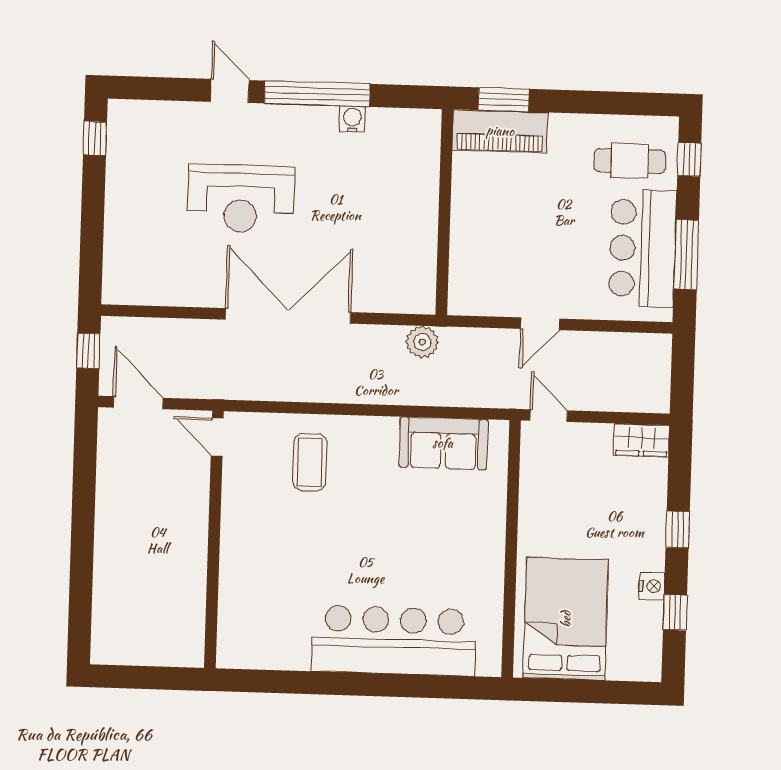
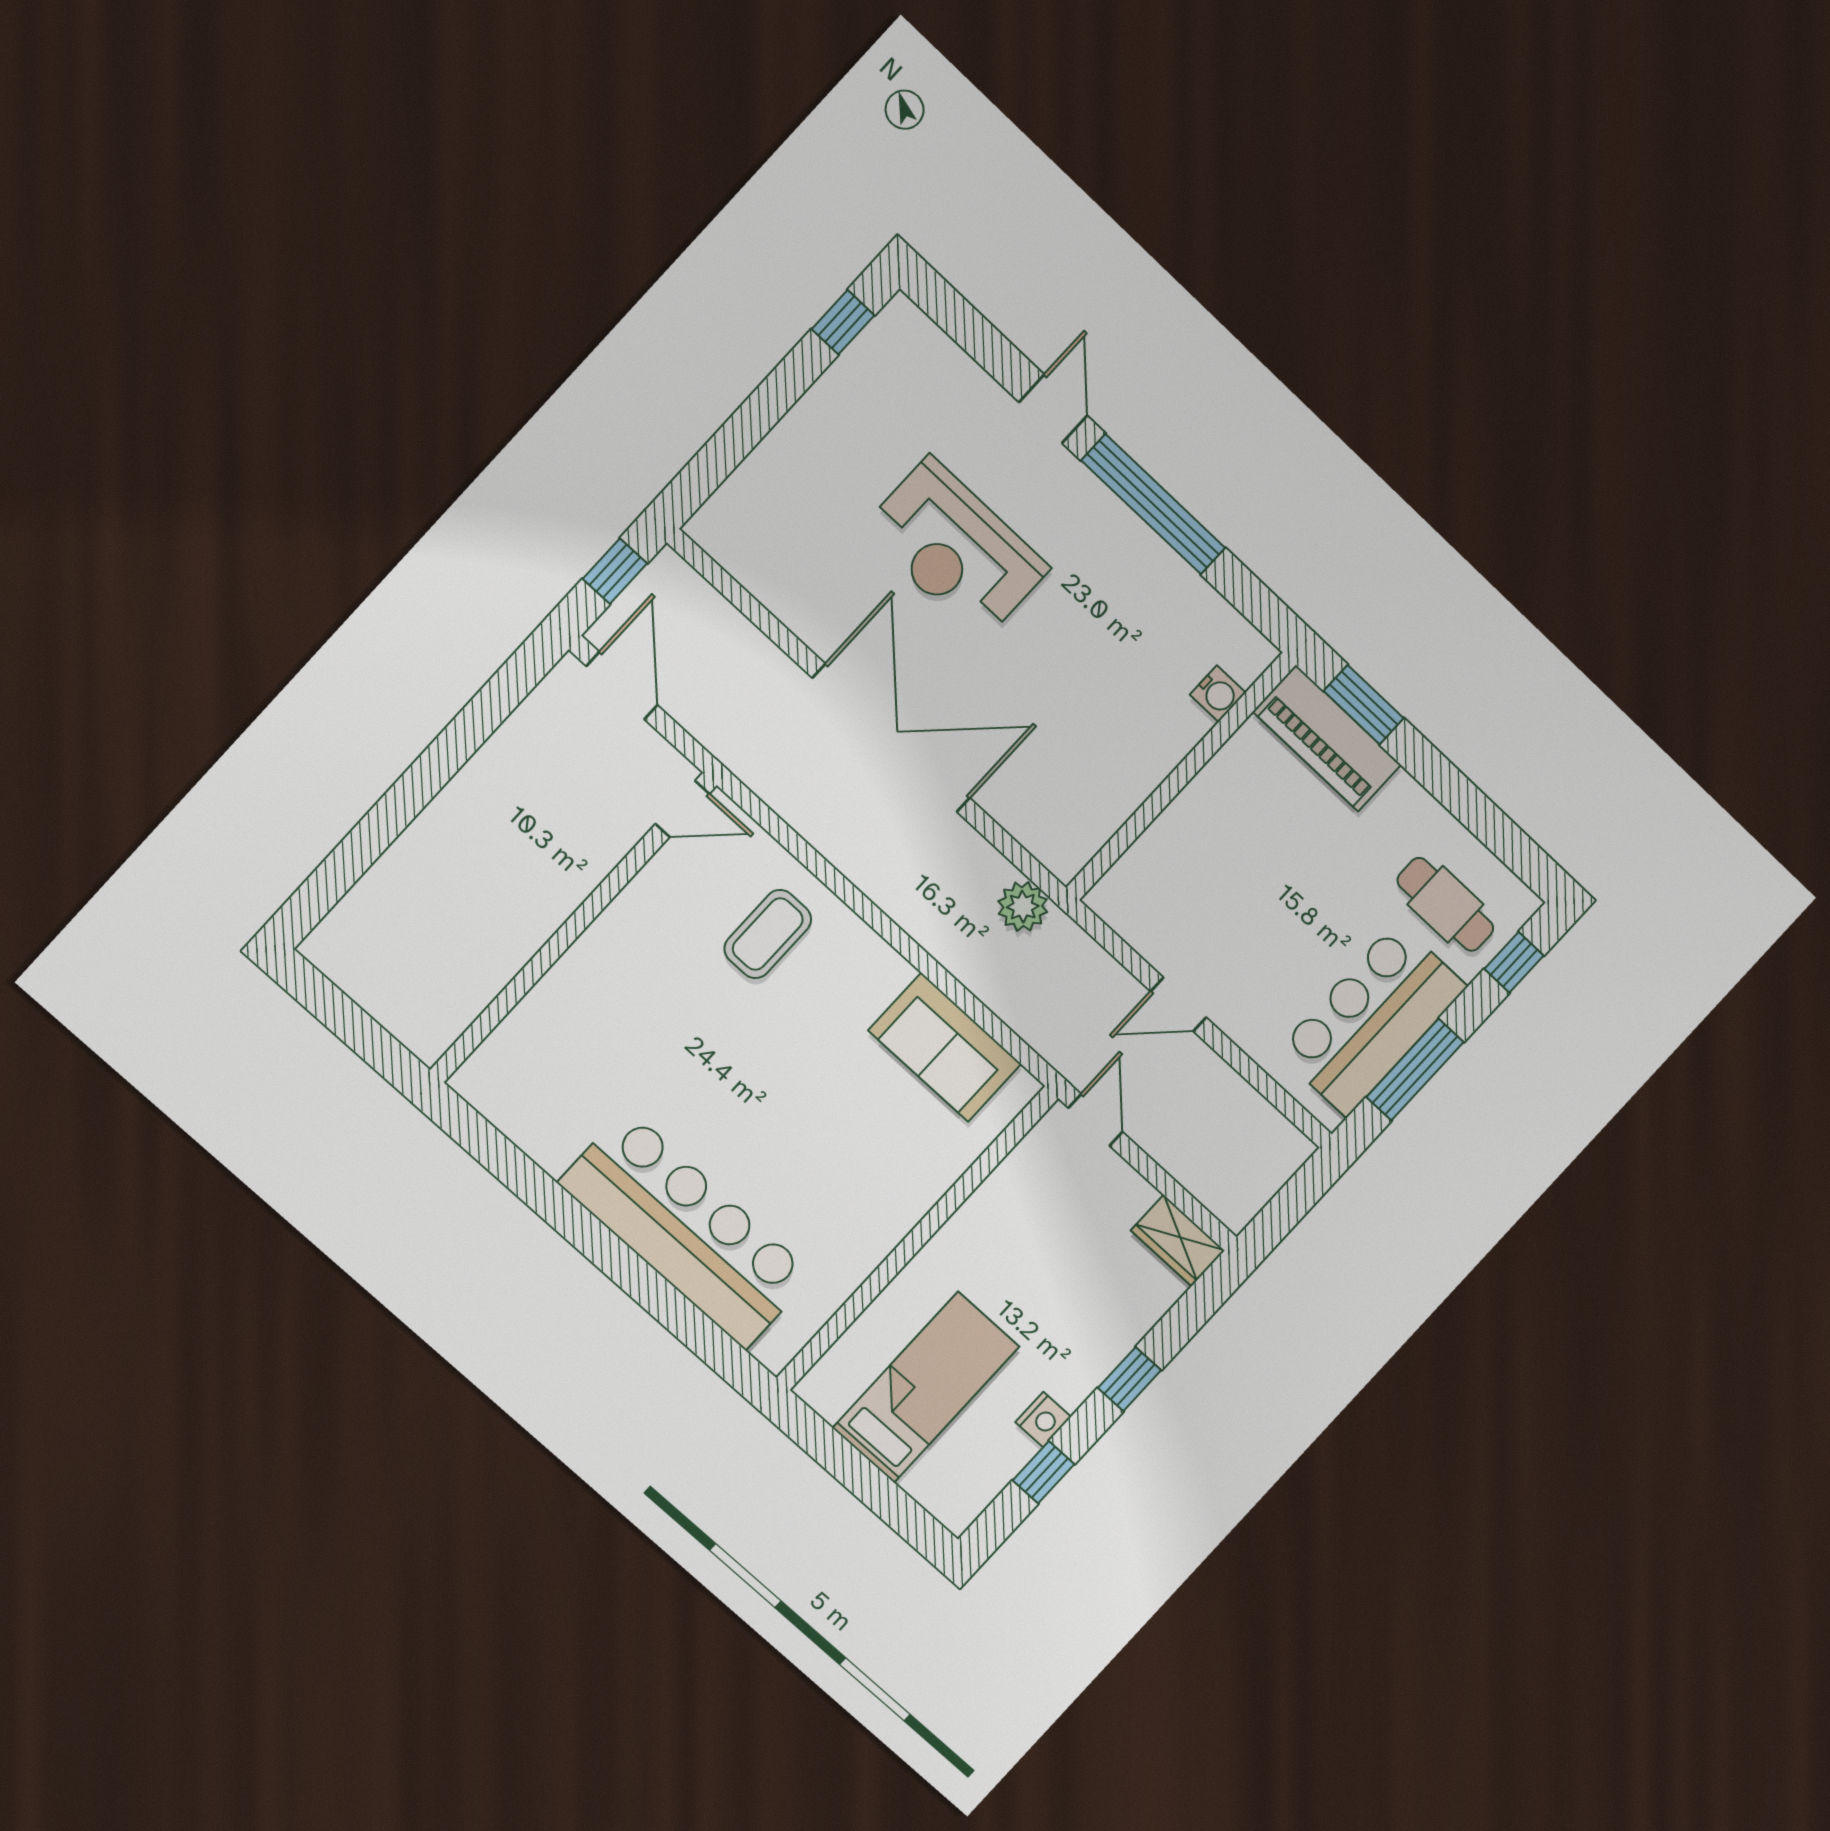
water cooler: (352, 119) -> (1218, 694), moved, turned 90
door: (217, 437) -> (682, 809), swing flipped
bed: (566, 619) -> (926, 1387), width x0.67

